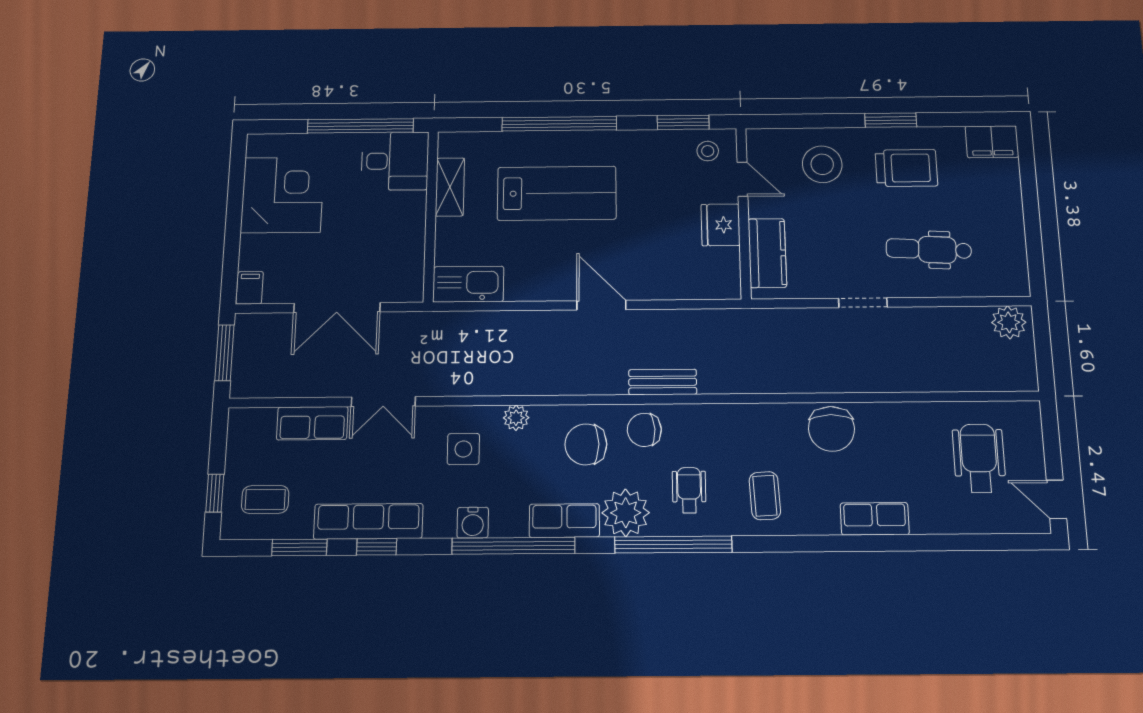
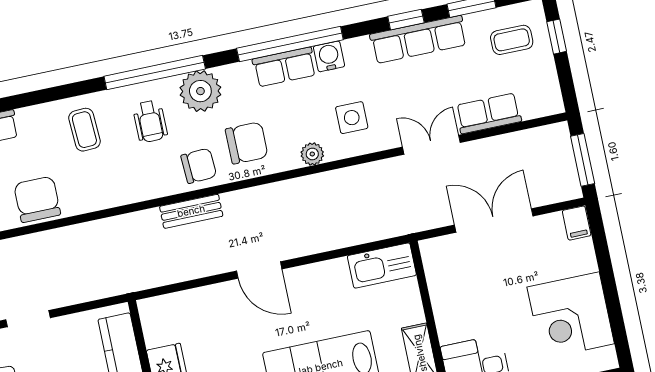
row of seats: (564, 521) -> (284, 67), moved

